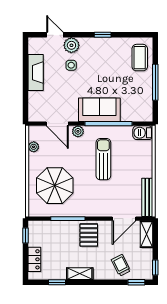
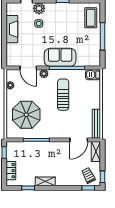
pallet: (89, 235) -> (52, 152), removed
trolley: (121, 265) -> (88, 175), moved

